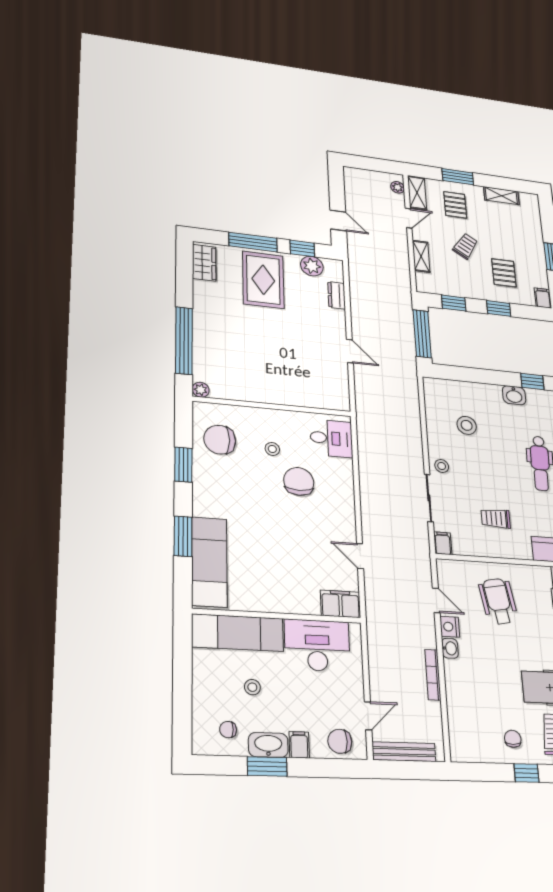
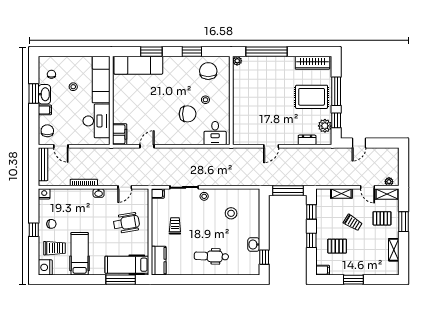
wardrobe: (204, 263) -> (312, 63), width x1.50
nightstand: (450, 627) -> (44, 194), moved

